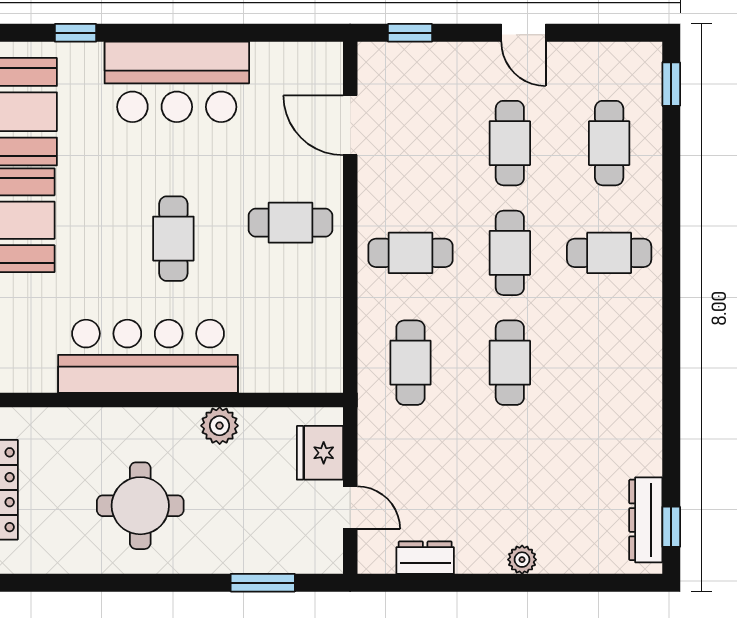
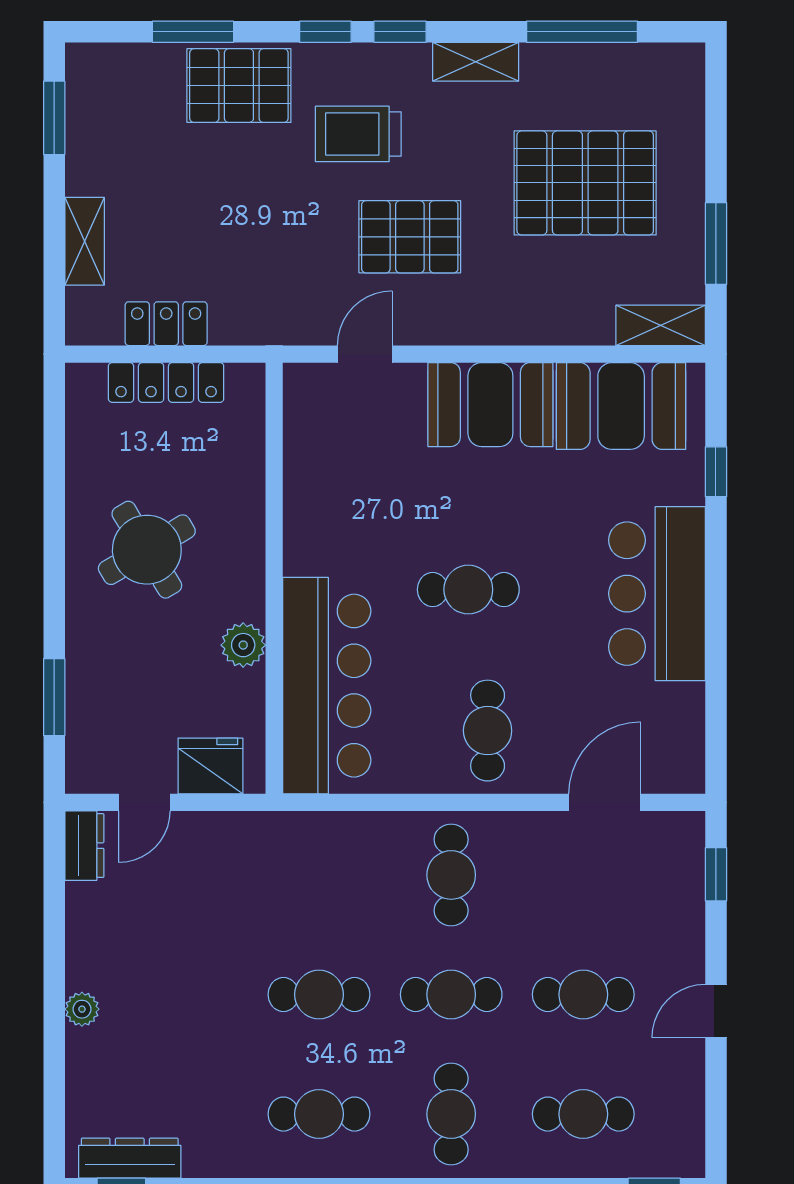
bar counter: (148, 356) -> (327, 686), moved
cafe table: (411, 363) -> (319, 1114), moved
round table: (140, 506) -> (147, 550), turned -31
dresser: (425, 558) -> (84, 846), moved

